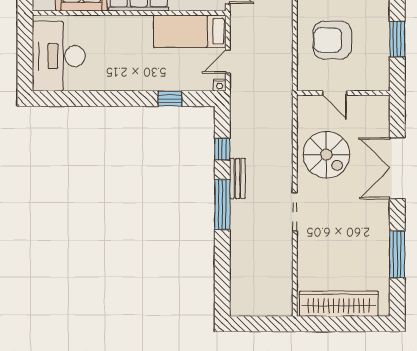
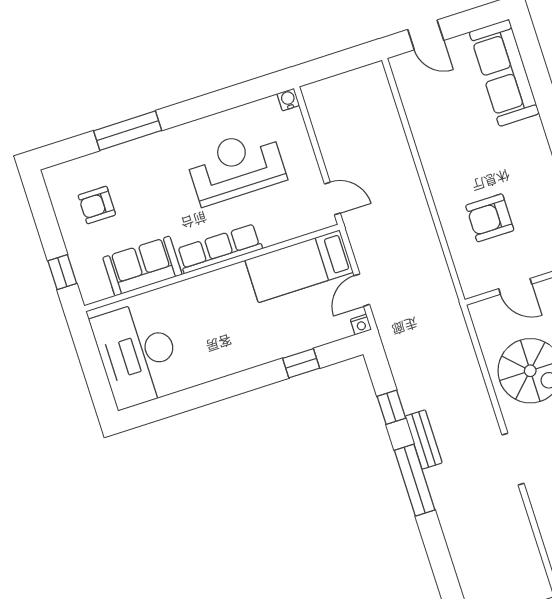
armchair: (332, 40) -> (490, 218), width x0.73, depth x0.73

